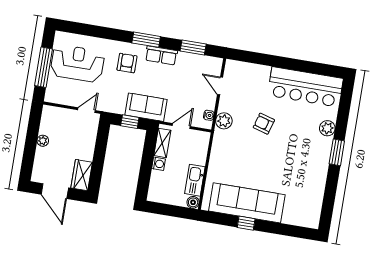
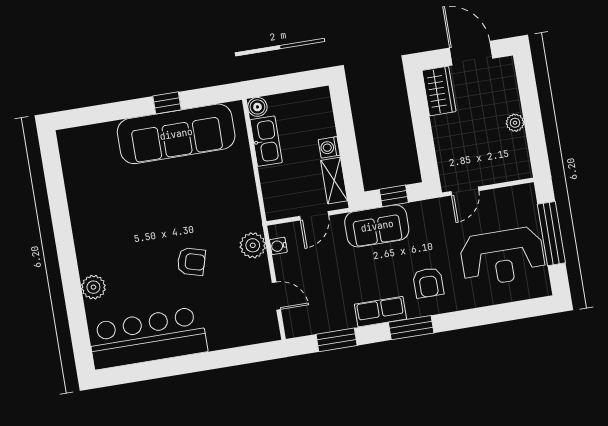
window: (337, 152) -> (67, 256), removed

